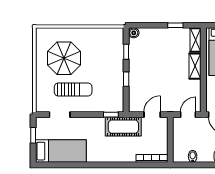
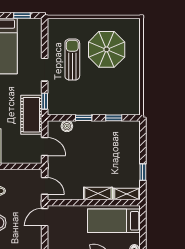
boiler: (134, 33) -> (67, 126), moved
sun lounger: (73, 89) -> (72, 60), turned 180
doorway: (60, 115) -> (45, 70), moved

